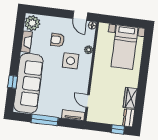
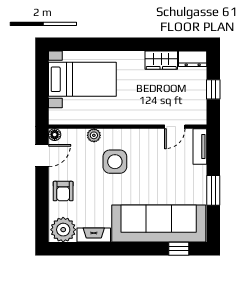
armchair: (58, 40) -> (63, 191), moved
window: (13, 82) -> (179, 249), moved
window: (45, 120) -> (213, 190), width x0.69
window: (118, 129) -> (213, 89), moved

